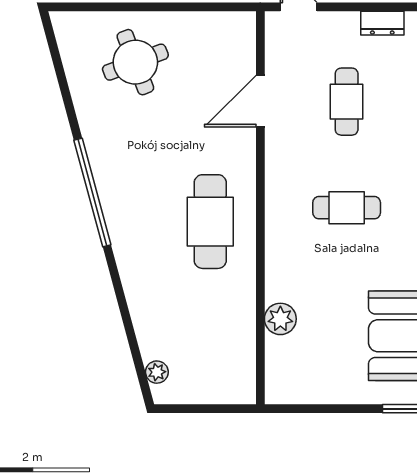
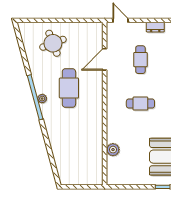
cafe table: (210, 222) -> (69, 88), moved
plant: (157, 372) -> (42, 99), moved

